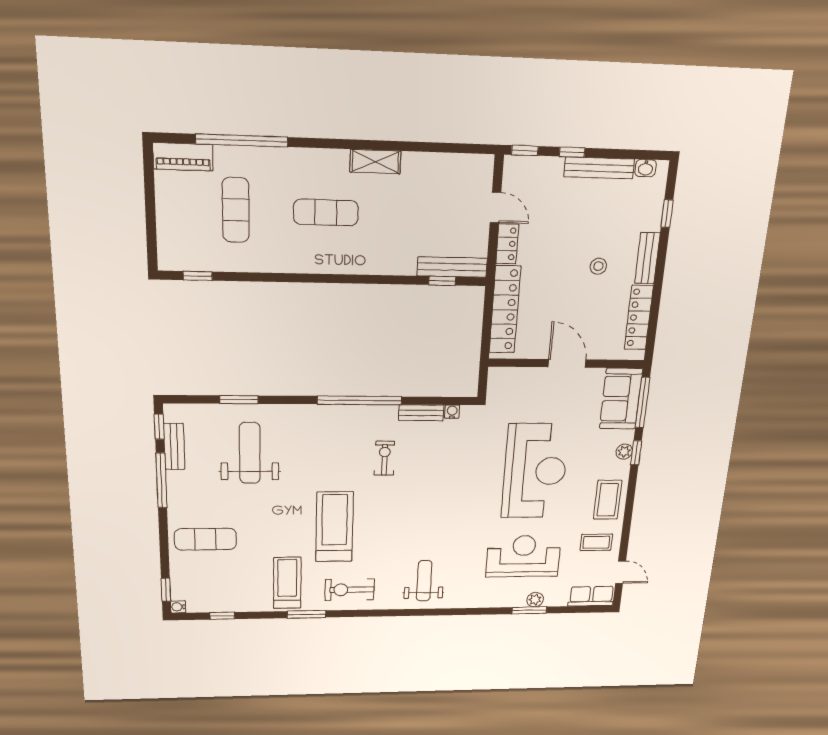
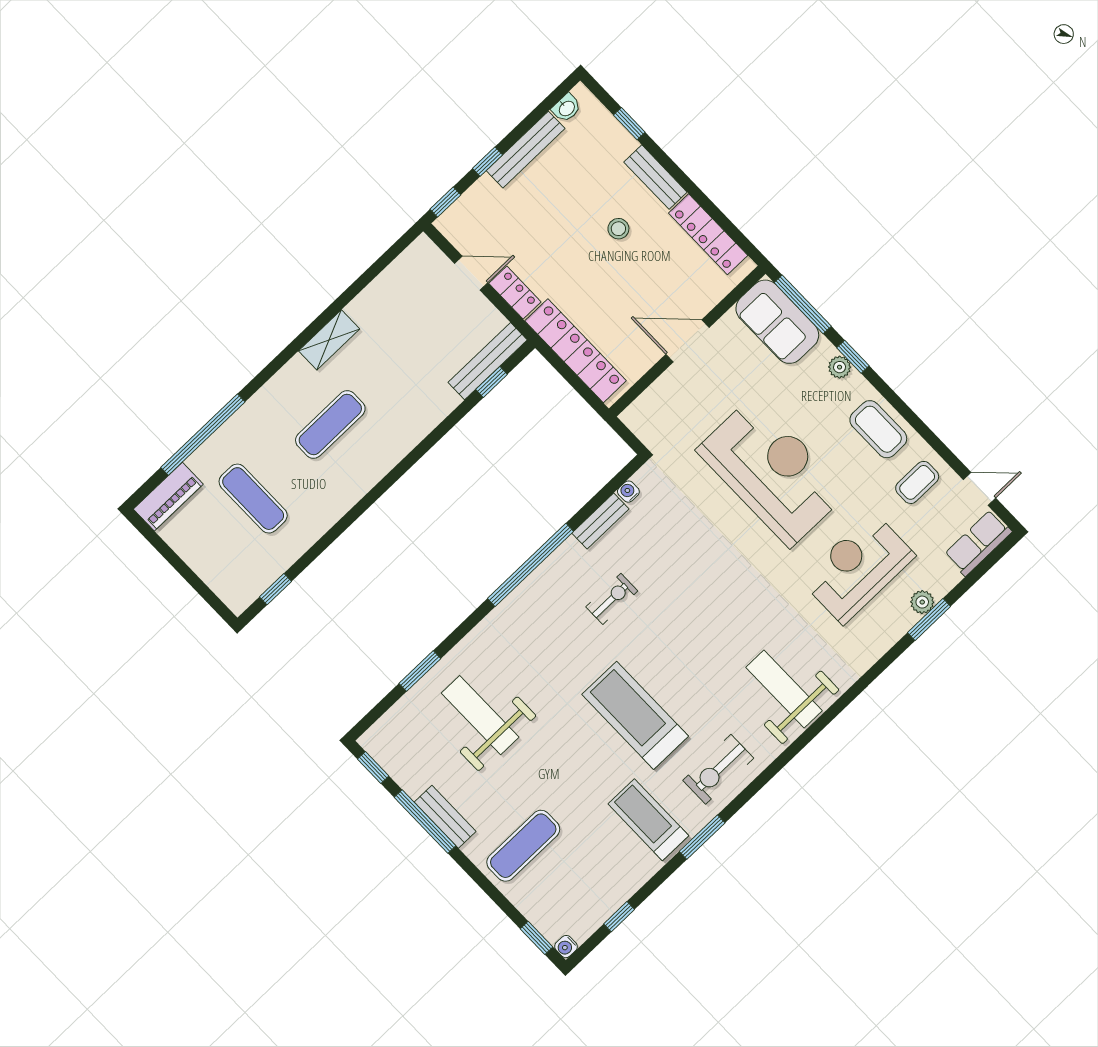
bench: (174, 447) -> (445, 817), moved
exercise bike: (384, 458) -> (612, 599), turned 90
weight bench: (424, 581) -> (784, 689), width x1.36, depth x1.33

